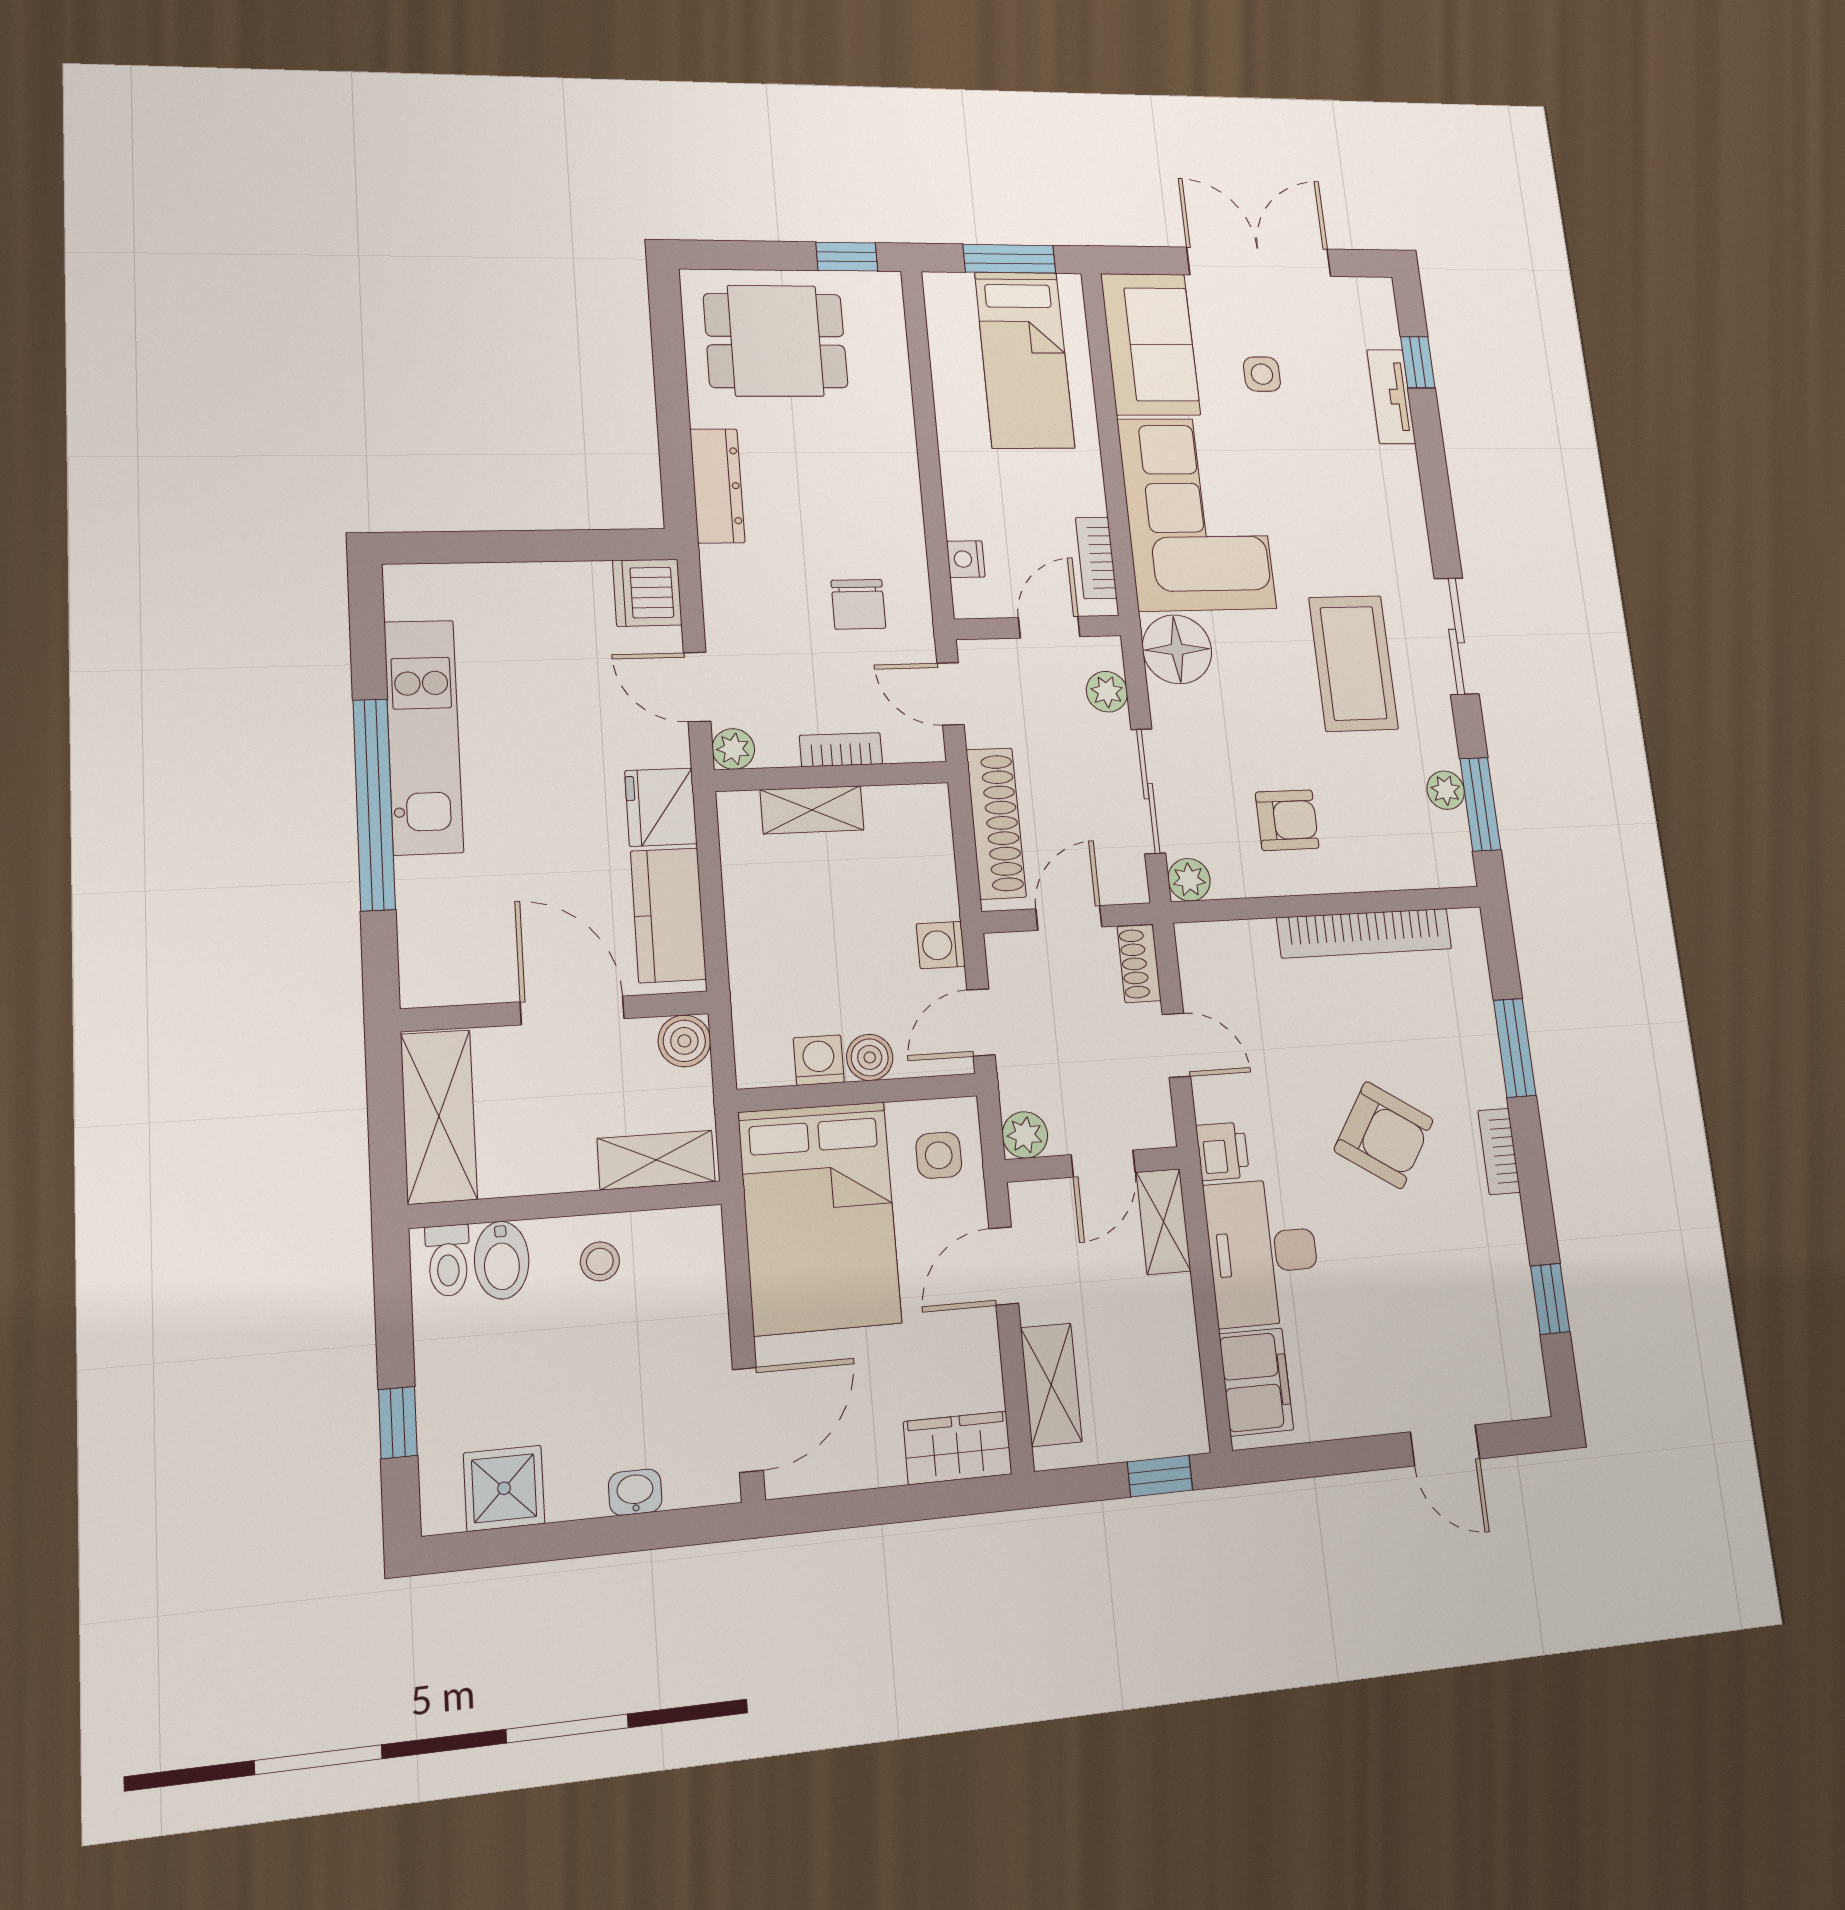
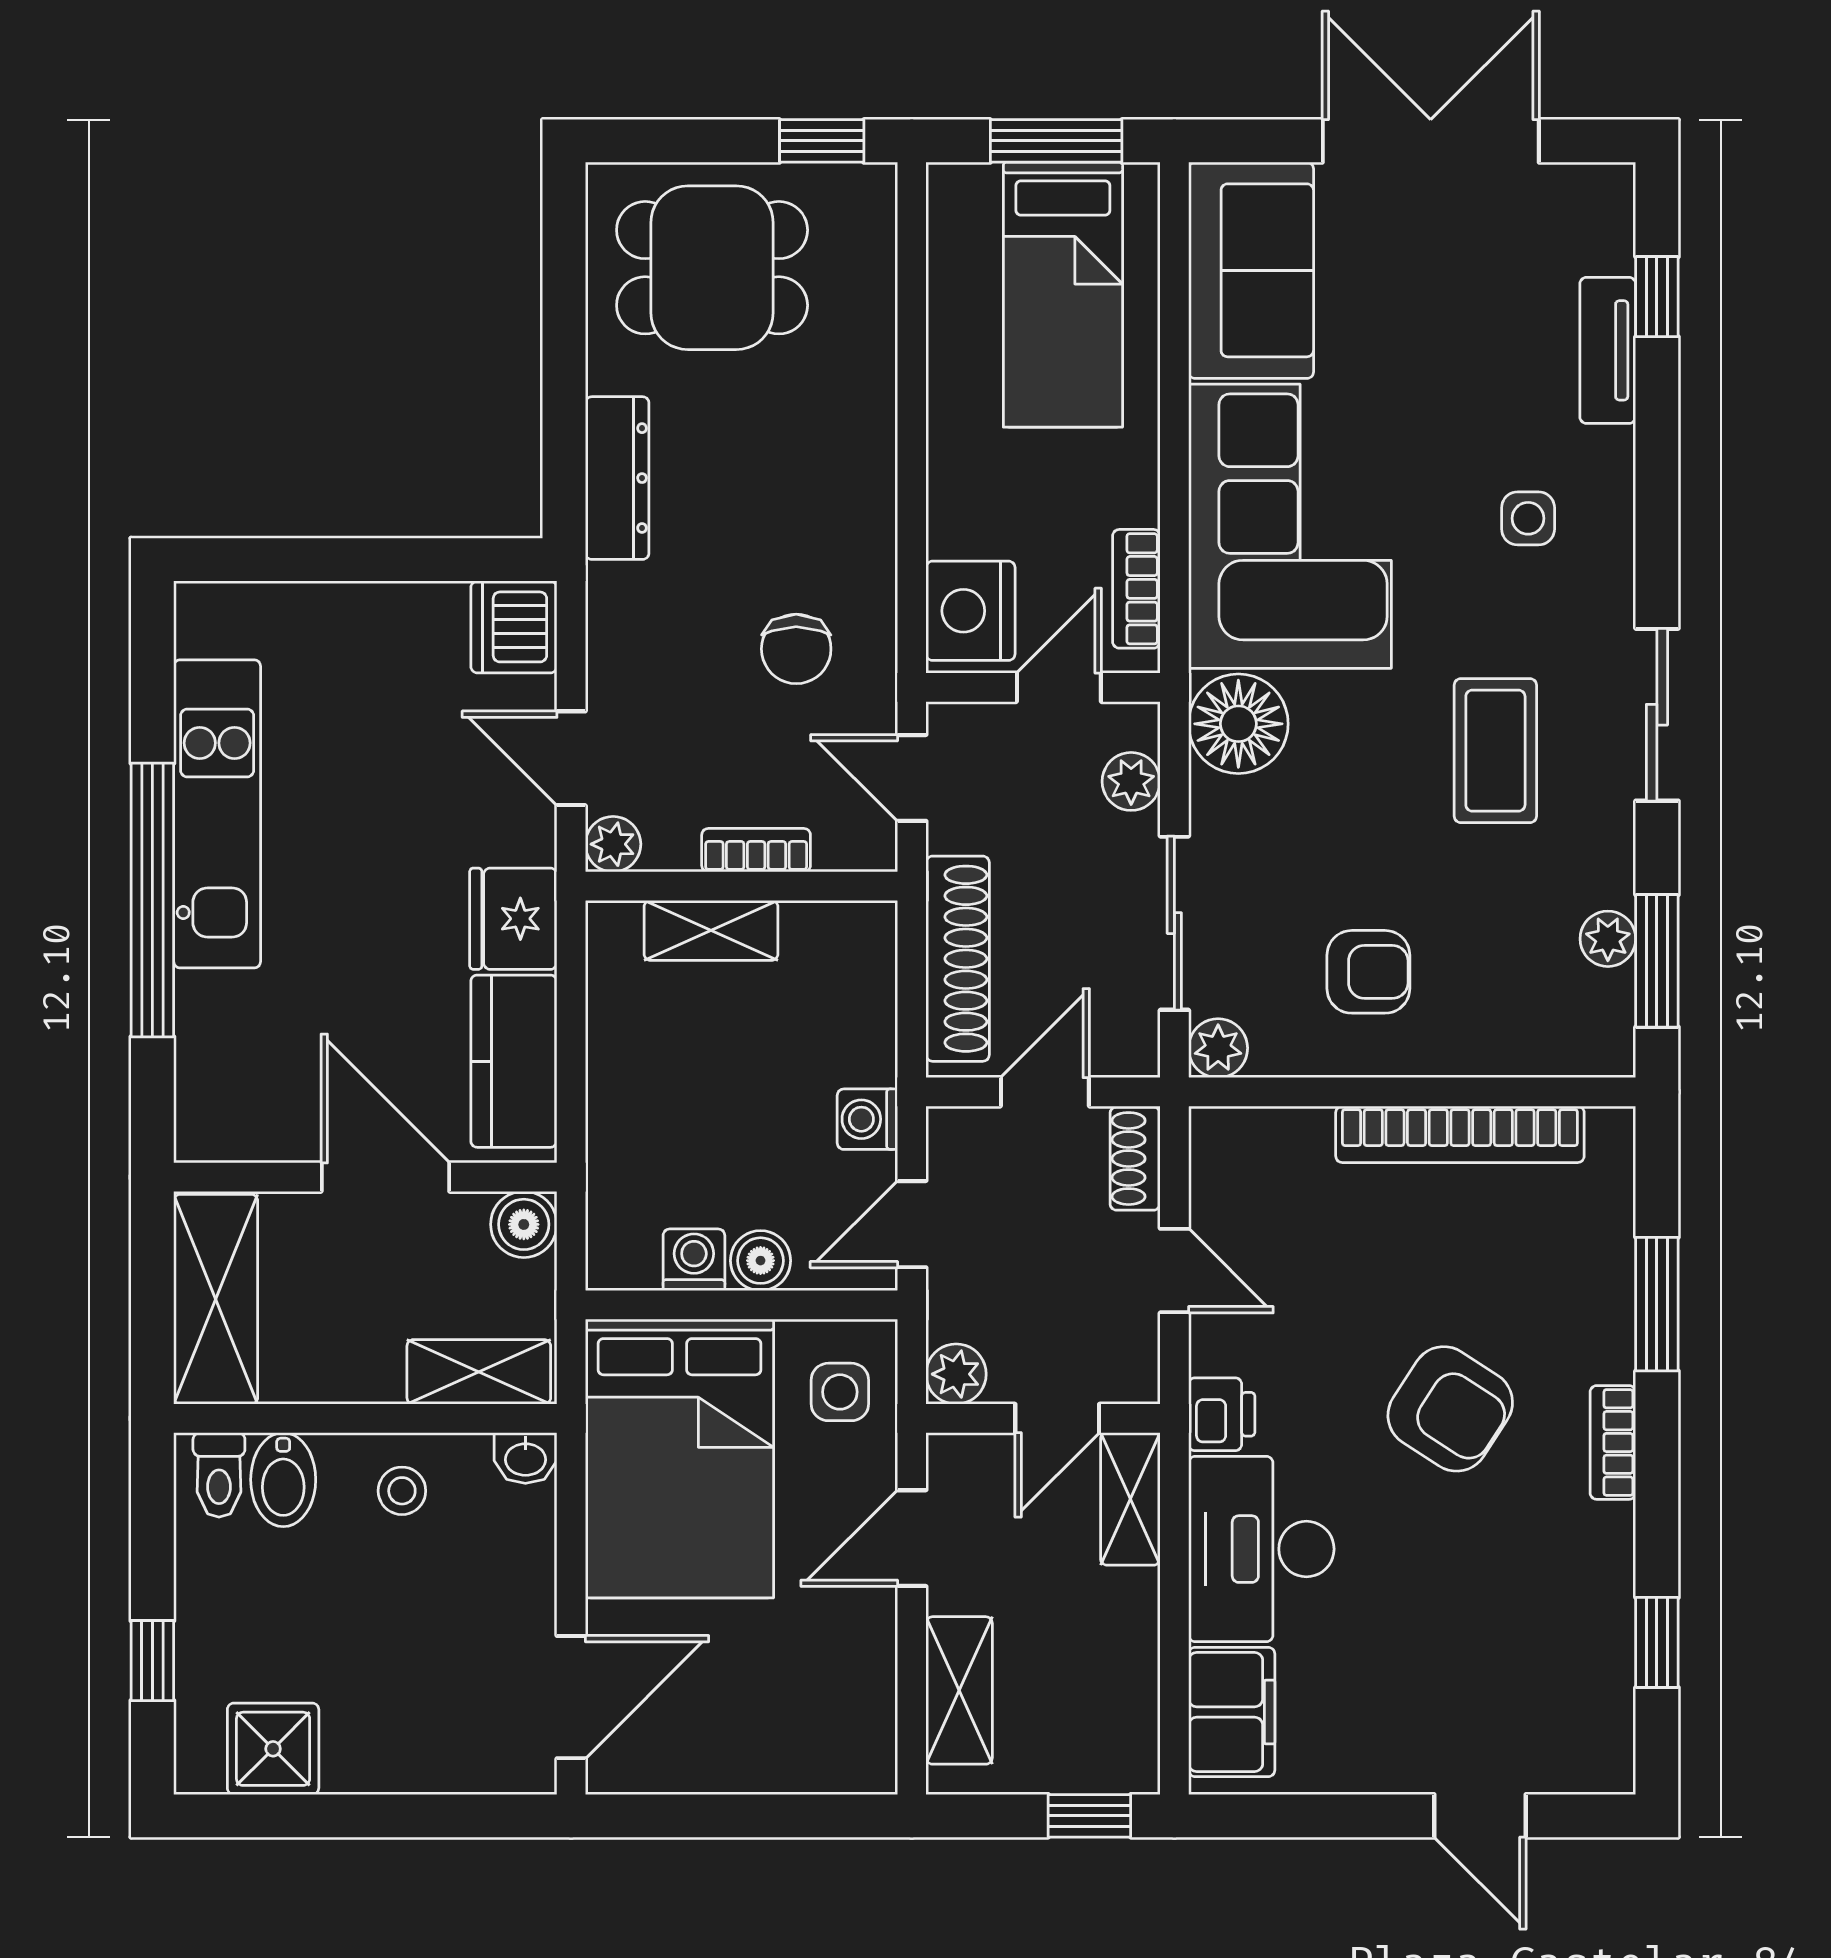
side table: (1262, 374) -> (1528, 518), moved
nightstand: (966, 559) -> (970, 611), width x1.89, depth x1.79
coffee table: (1353, 663) -> (1495, 751), width x0.73, depth x0.76
wardrobe: (958, 1448) -> (831, 1756), removed
washbasin: (635, 1492) -> (525, 1458), moved, turned 180

